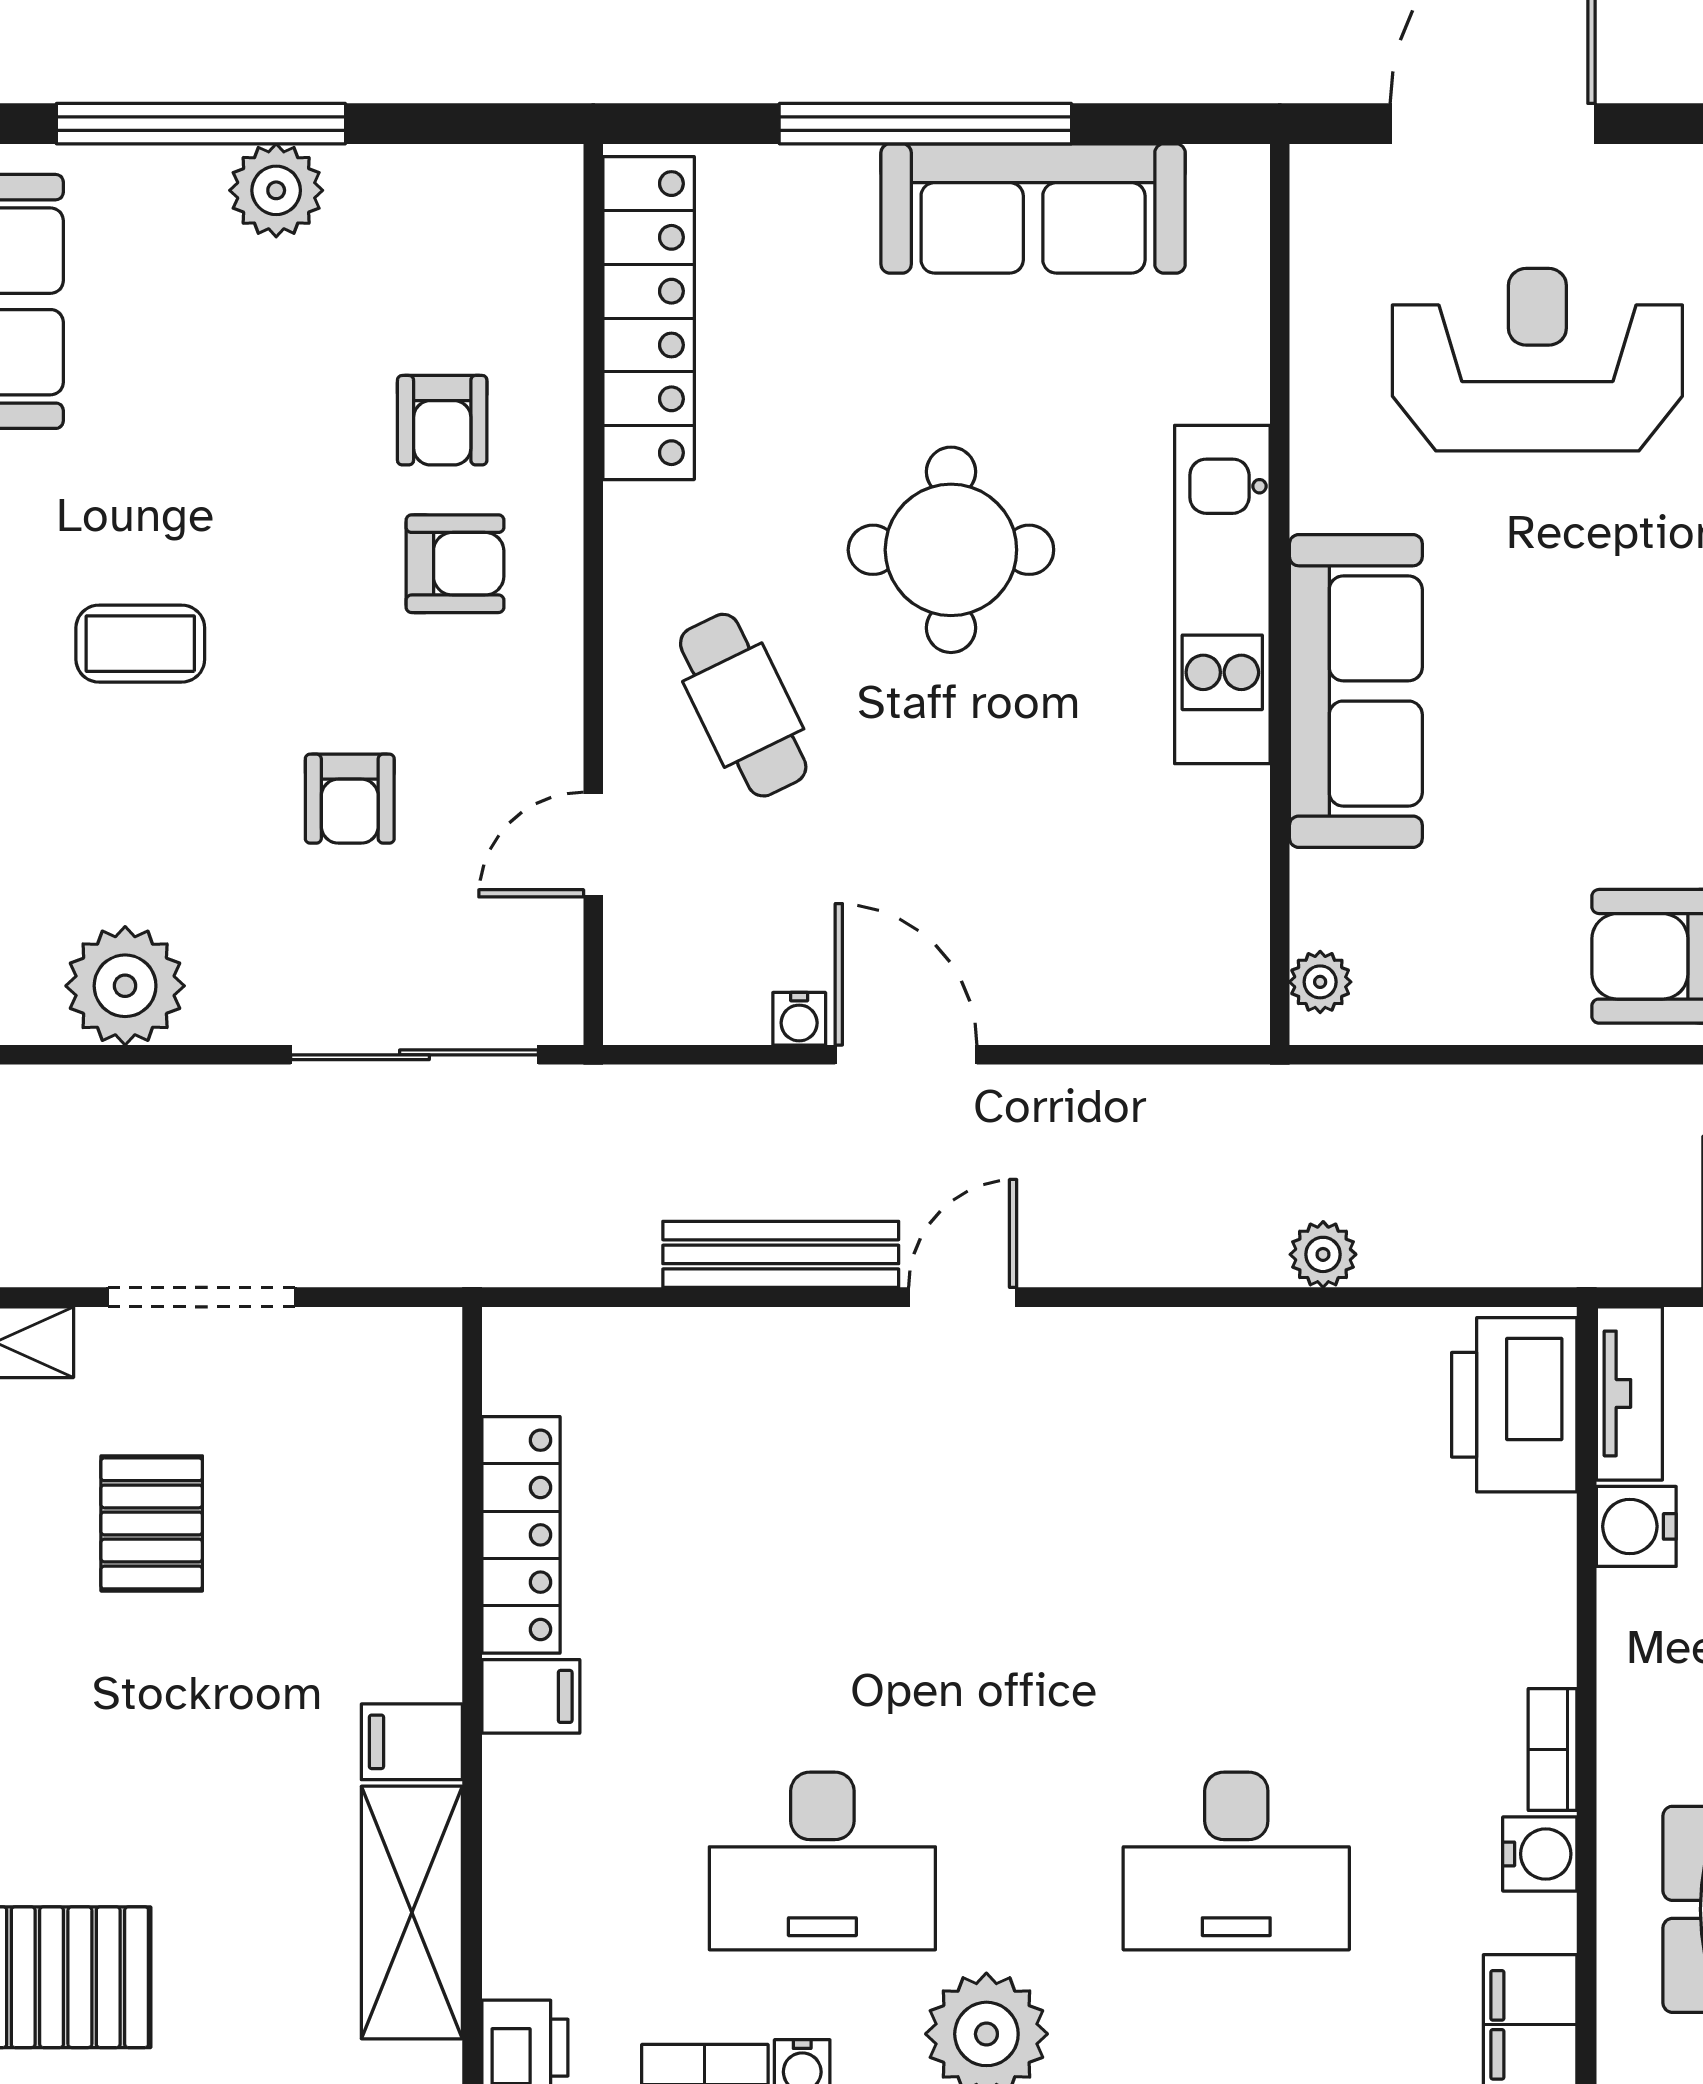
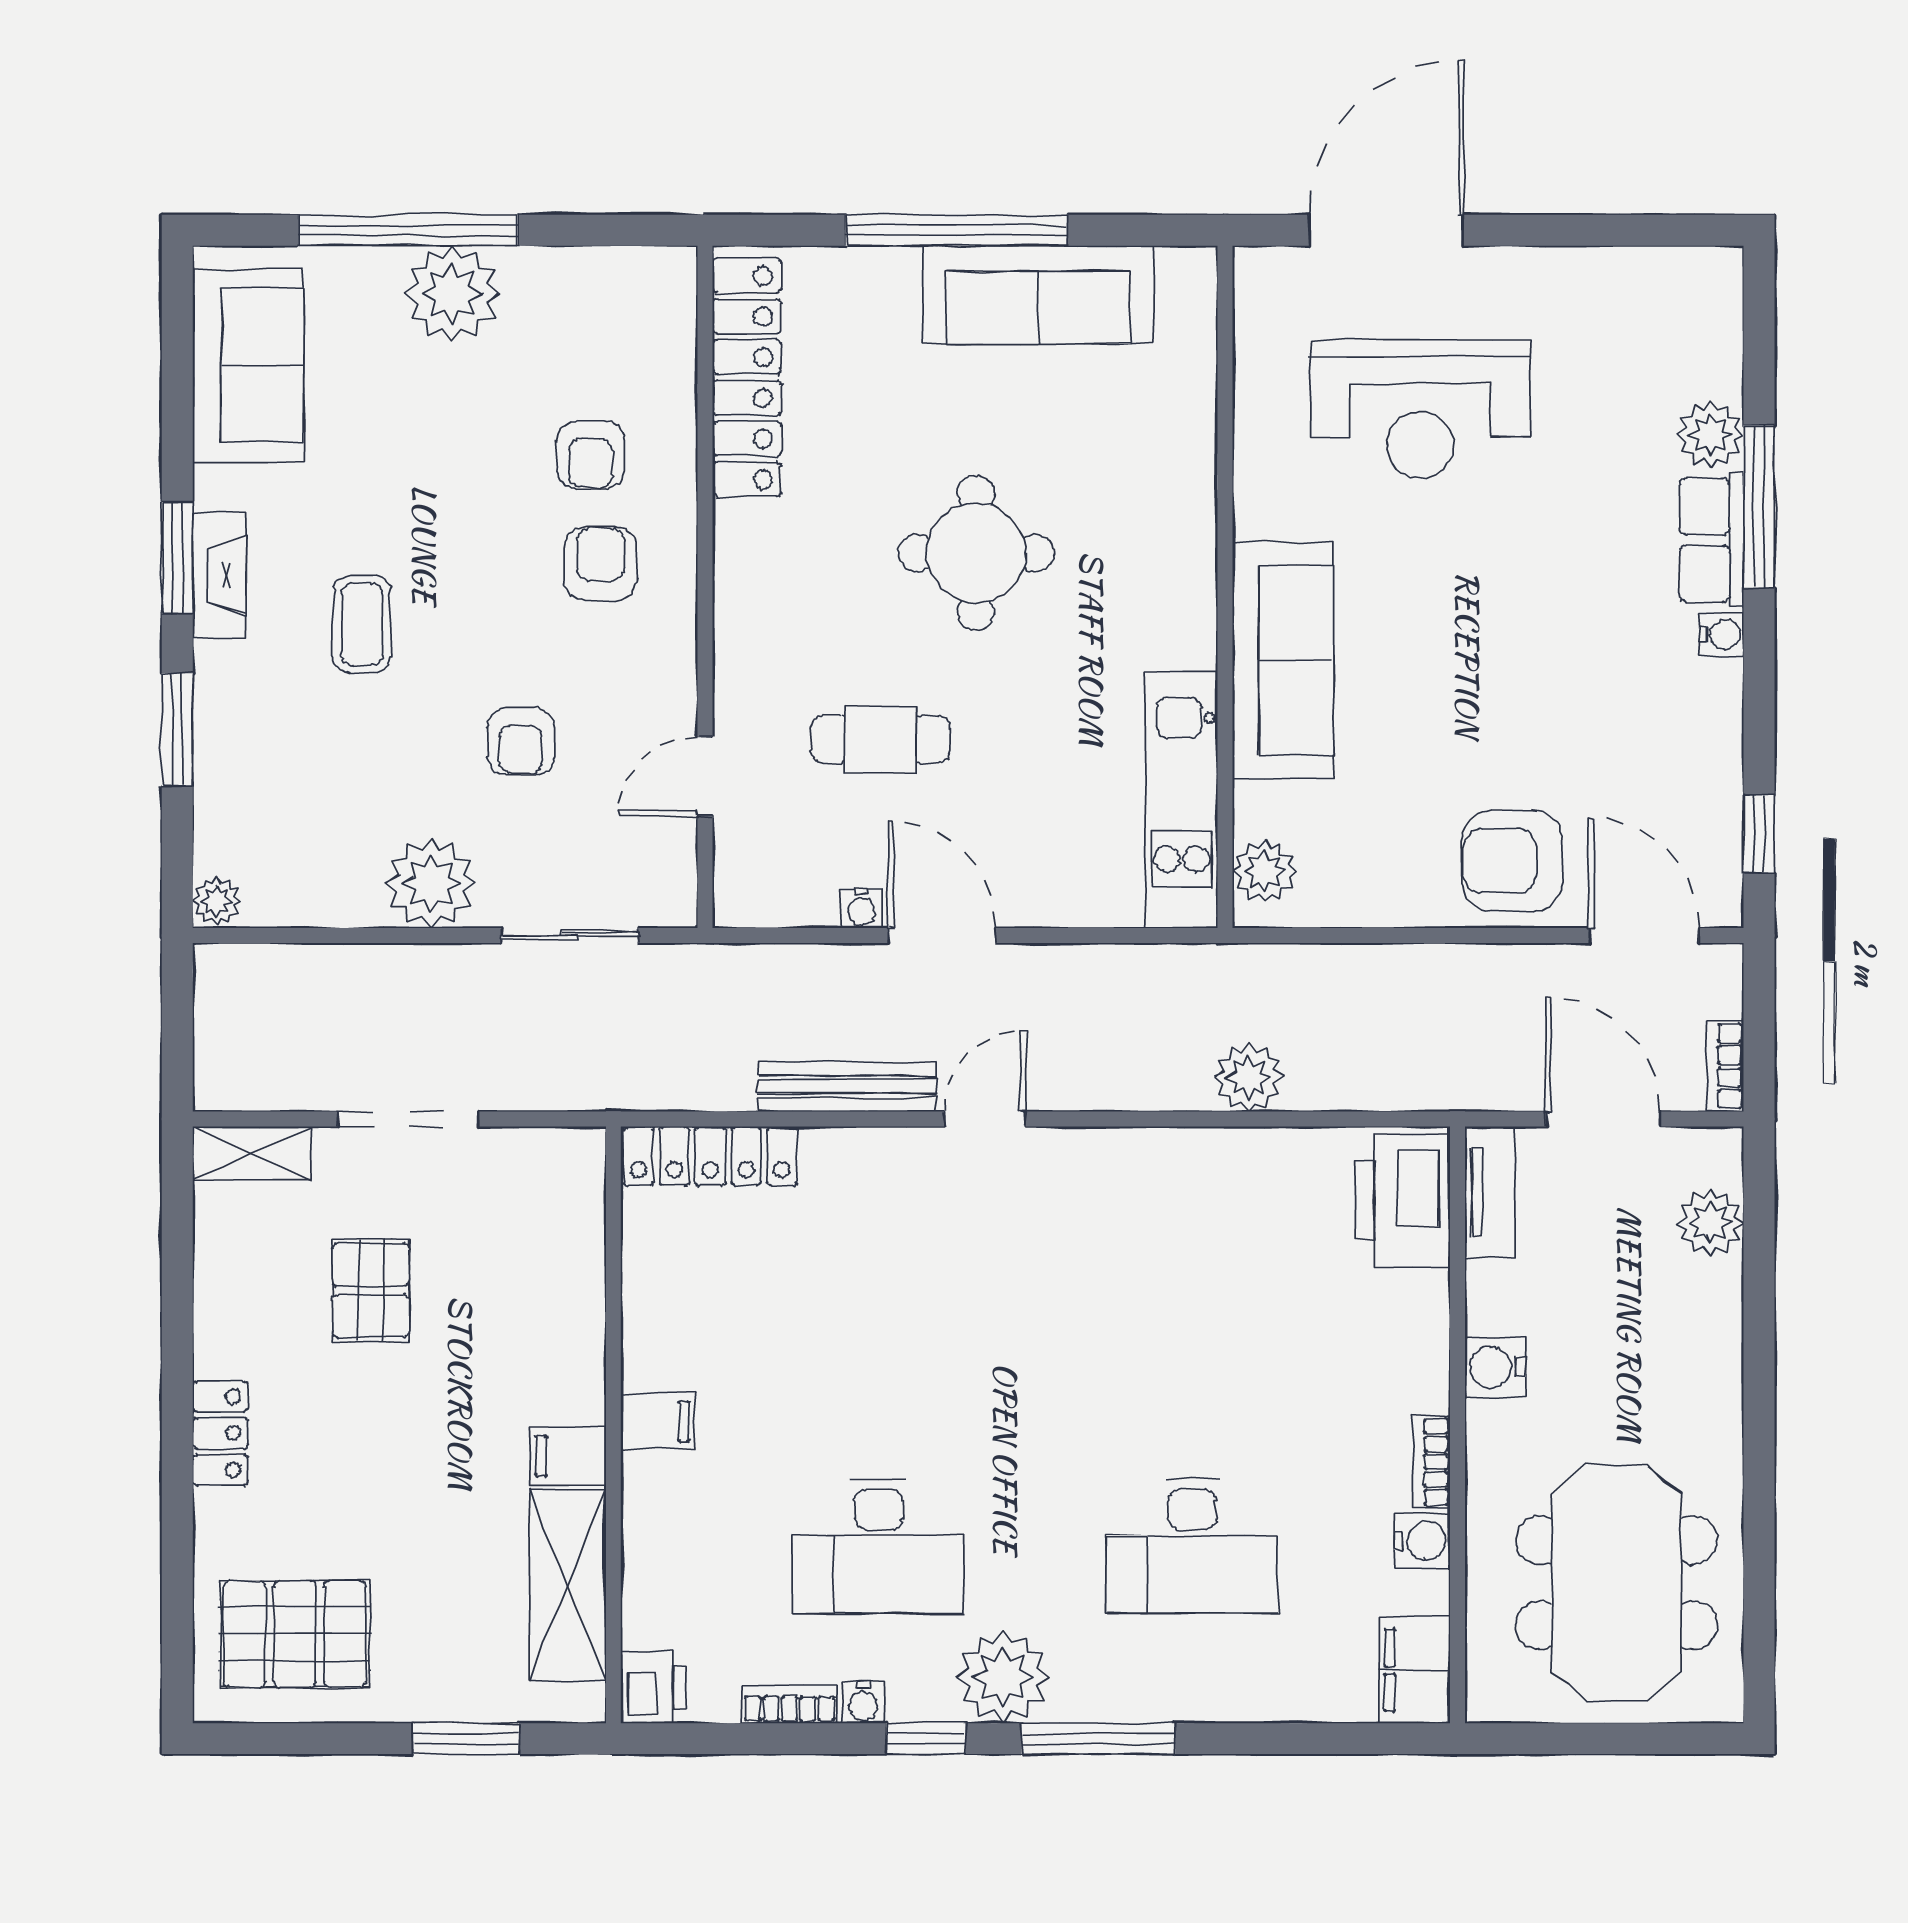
plant: (276, 190) -> (452, 294), width x1.36, depth x1.36
reception desk: (1537, 360) -> (1420, 409), turned 180
armchair: (455, 564) -> (600, 564), turned -90
kitchen unit: (1222, 594) -> (1182, 800), moved
coffee table: (140, 644) -> (362, 624), turned 90
cafe table: (743, 705) -> (881, 739), moved, turned -64
plant: (1320, 982) -> (1264, 872), width x1.38, depth x1.38
plant: (125, 986) -> (431, 883), moved
sliding door: (414, 1055) -> (570, 935), width x0.73
plant: (1323, 1254) -> (1248, 1077), width x1.38, depth x1.38
water cooler: (1636, 1526) -> (1495, 1367), moved
locker: (521, 1535) -> (710, 1156), moved, turned 90

